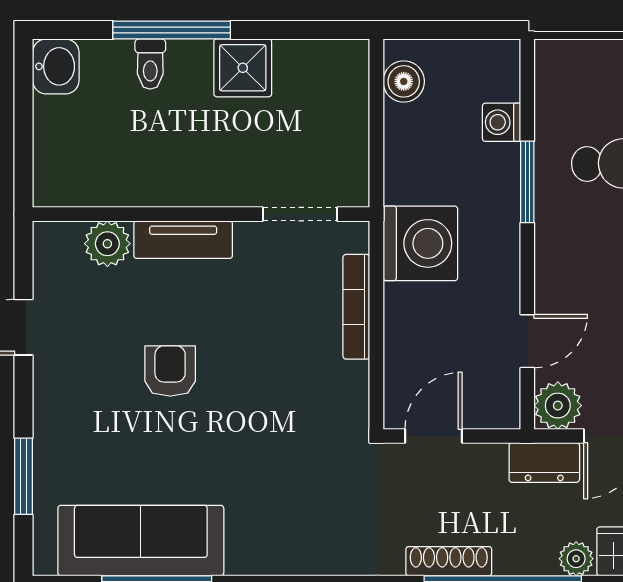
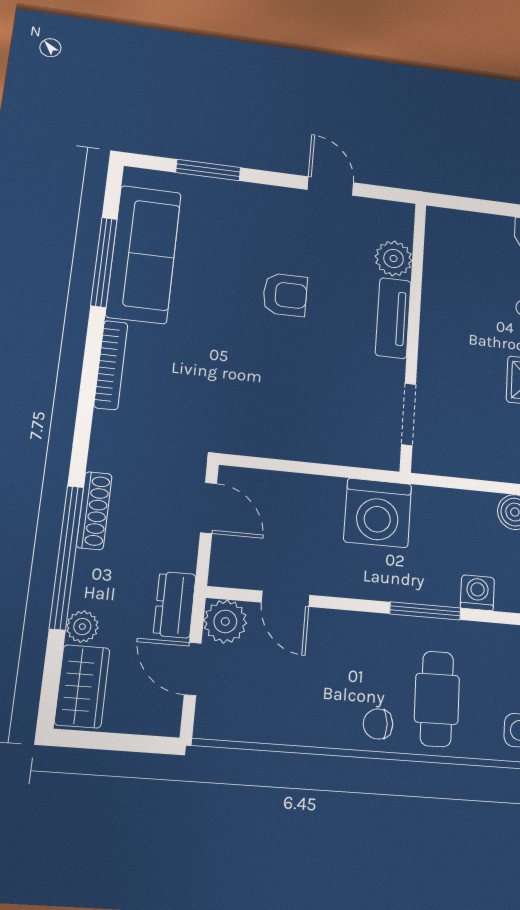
bookcase: (356, 307) -> (111, 365), moved, turned 90

